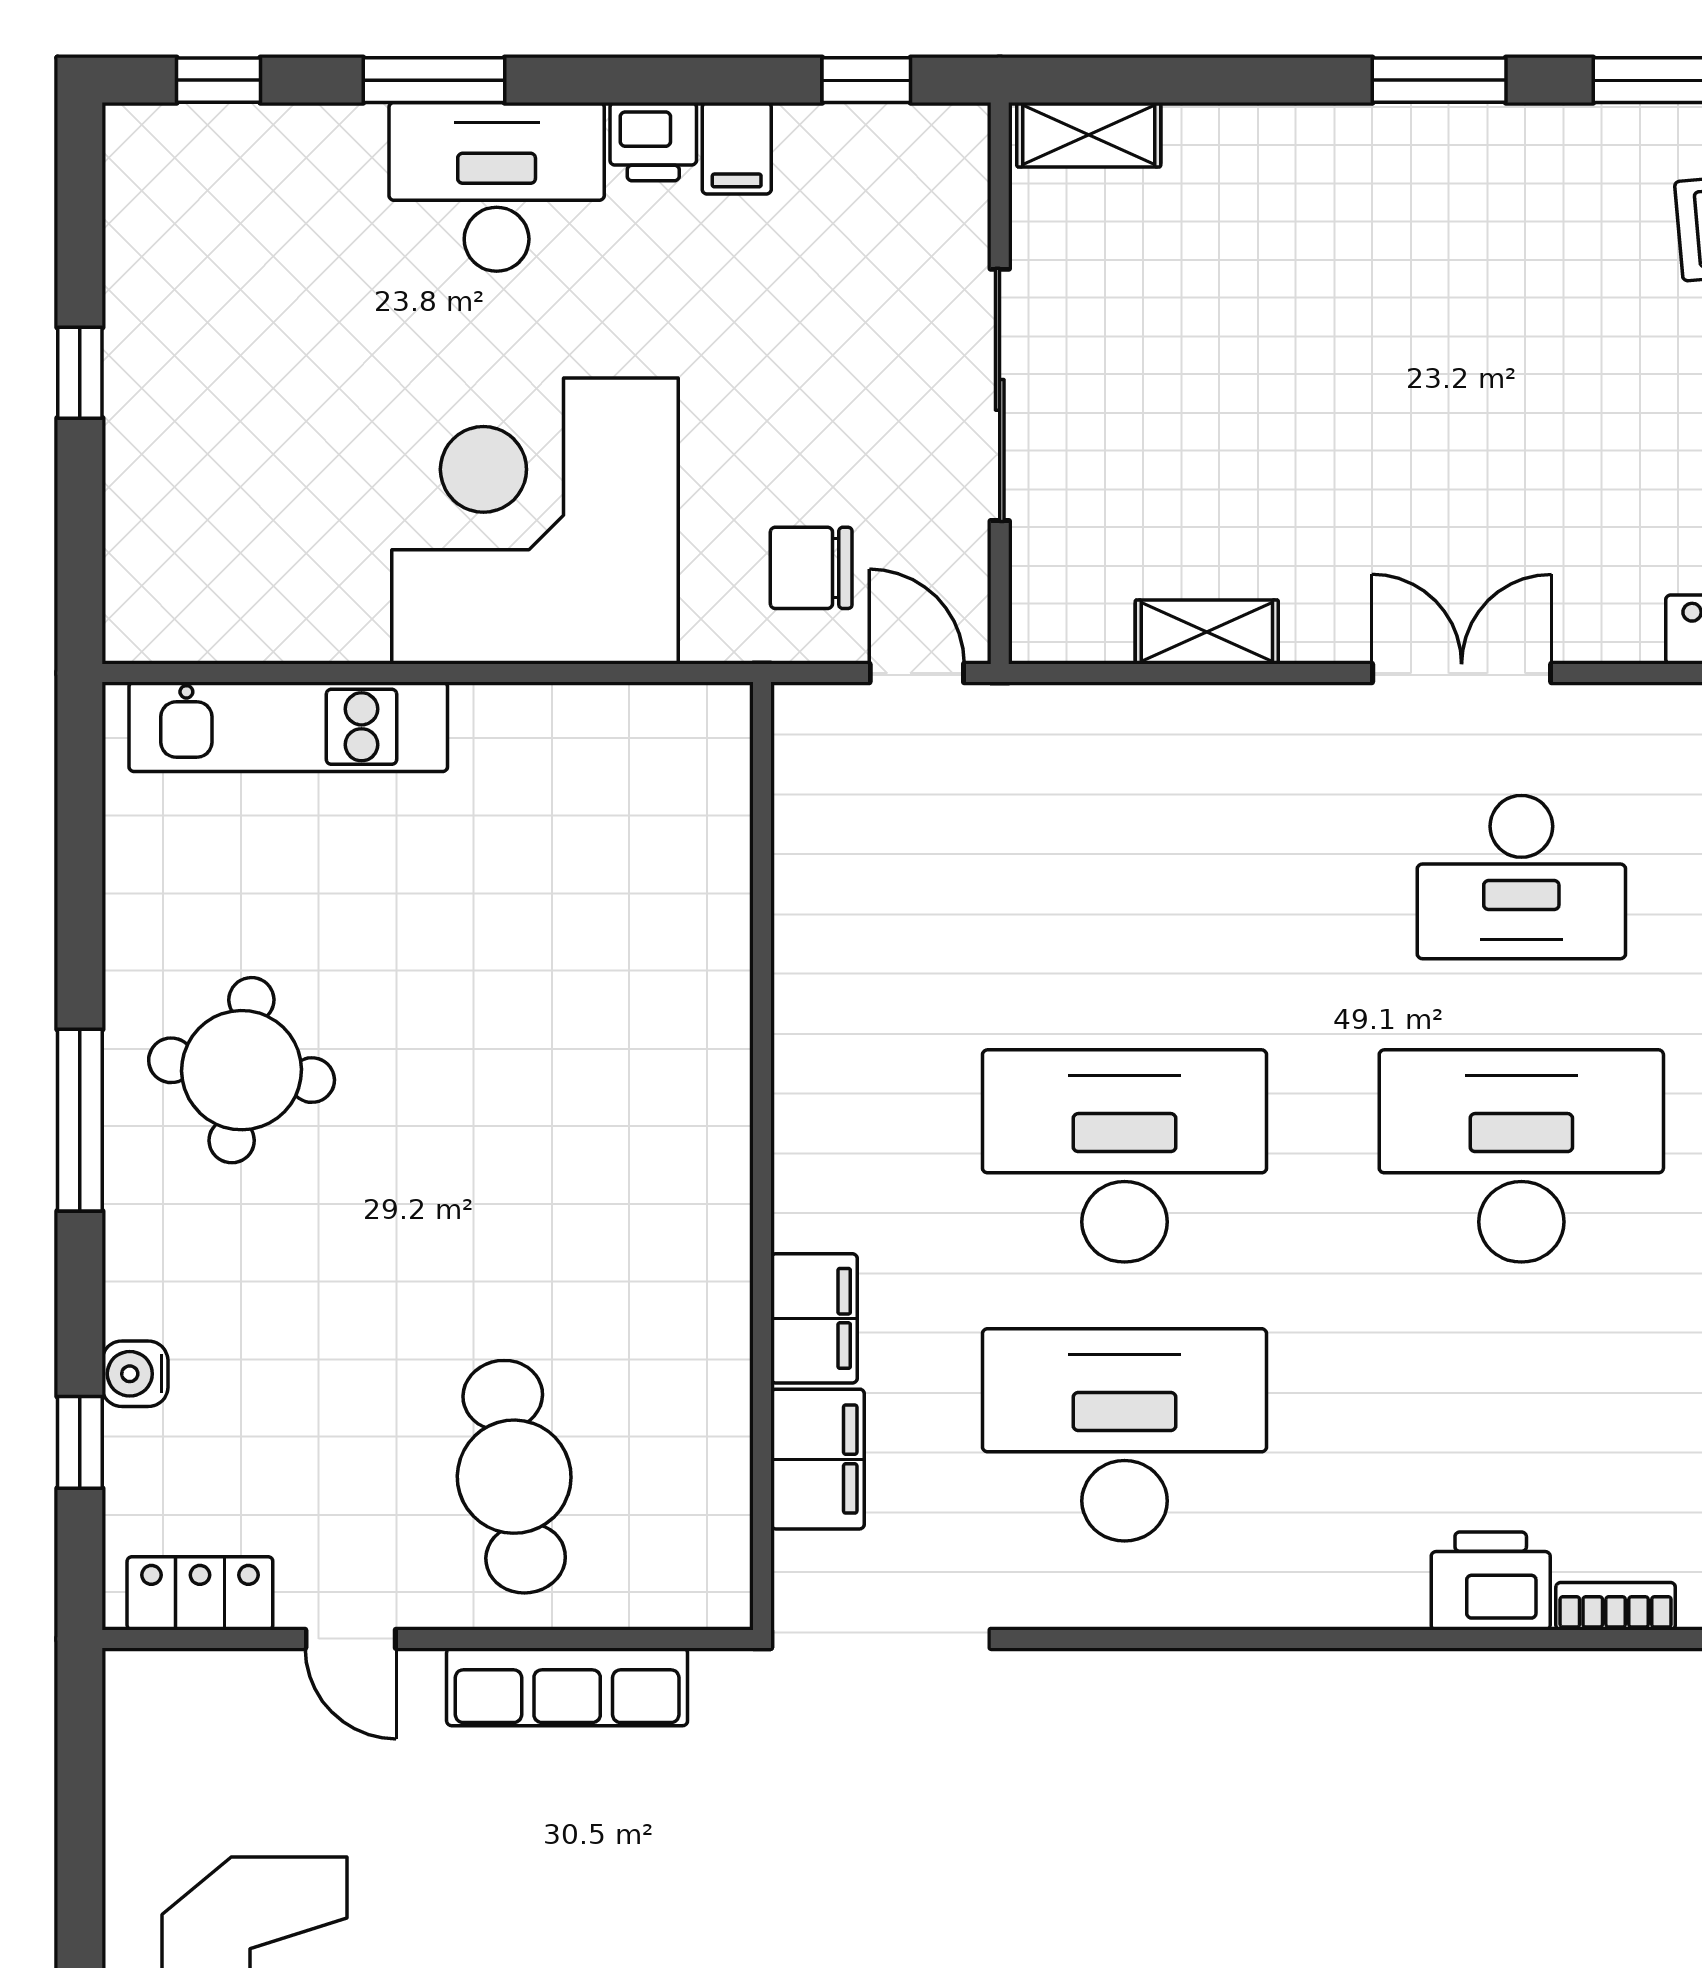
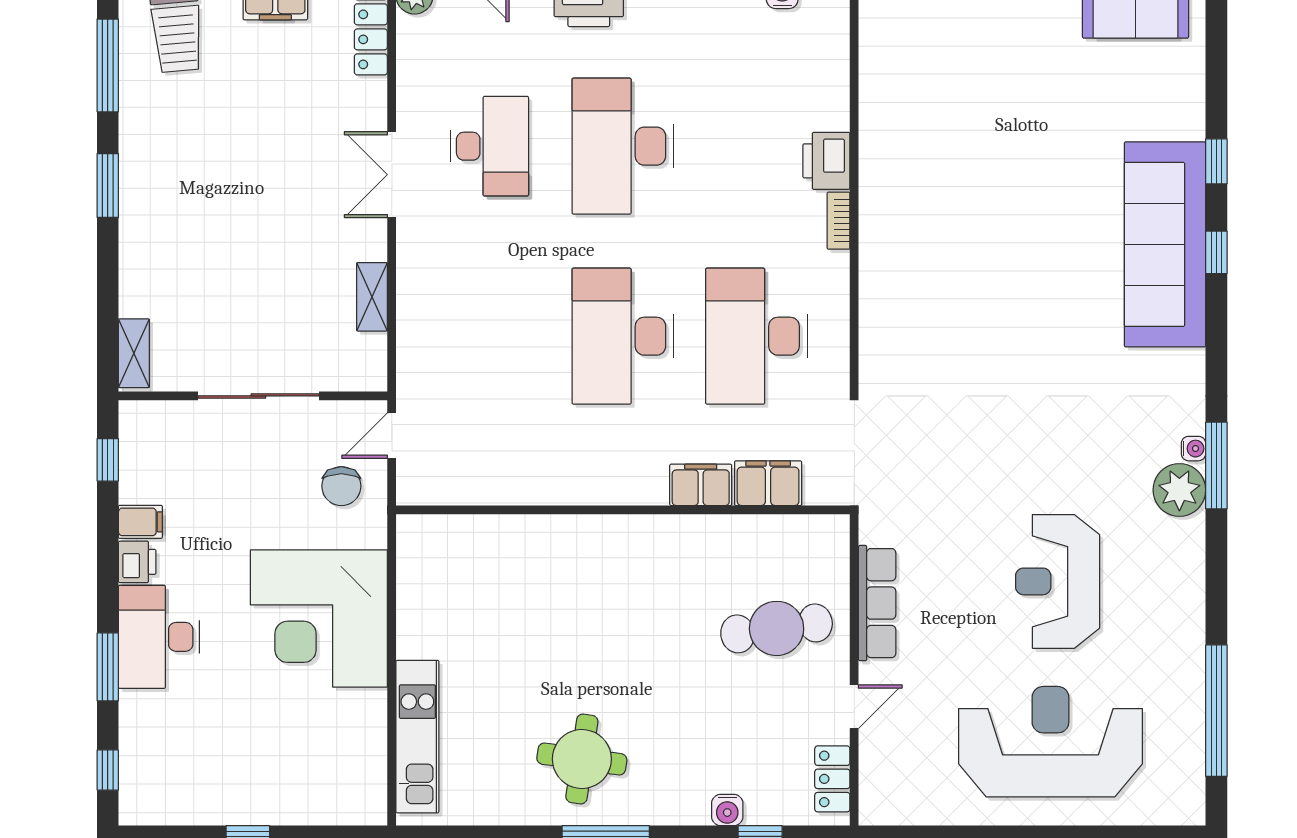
bookcase: (1616, 1606) -> (839, 221), moved

